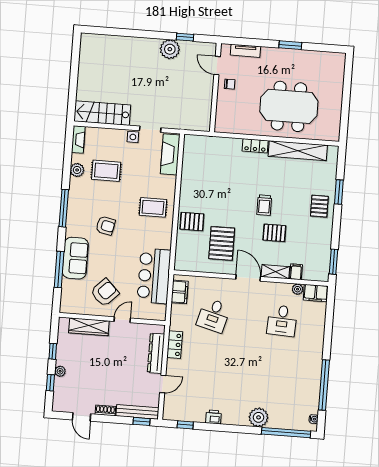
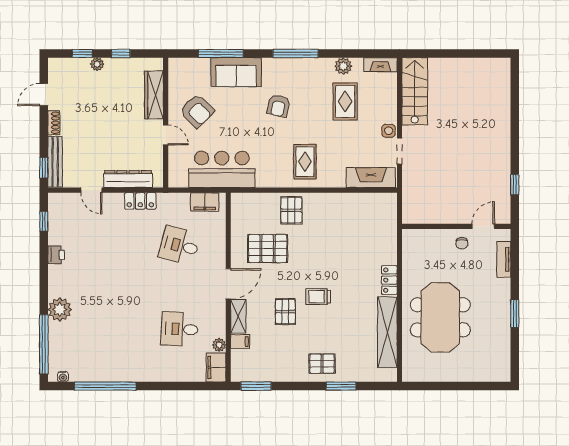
plant: (170, 49) -> (499, 167), removed

